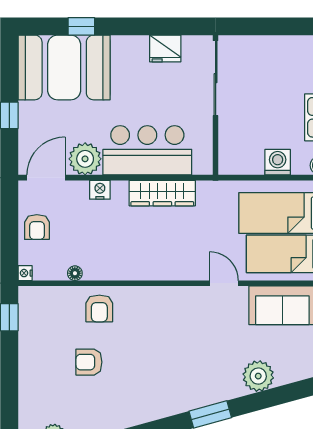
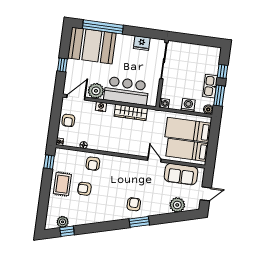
window: (81, 26) -> (103, 27), width x3.17
washing machine: (228, 165) -> (164, 103), added
rug: (43, 359) -> (62, 184), added
plant: (258, 376) -> (177, 205), moved
armchair: (194, 380) -> (134, 204), added

